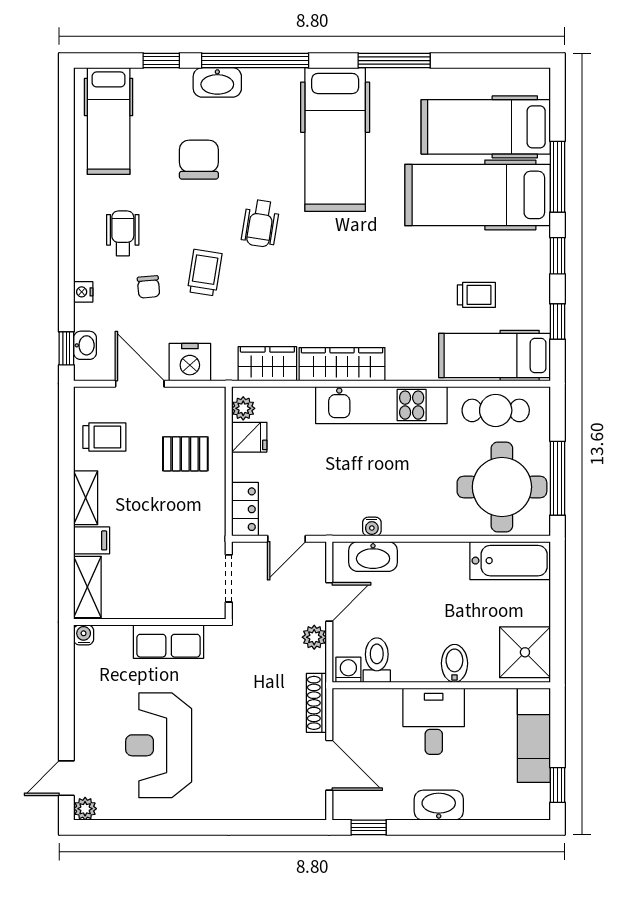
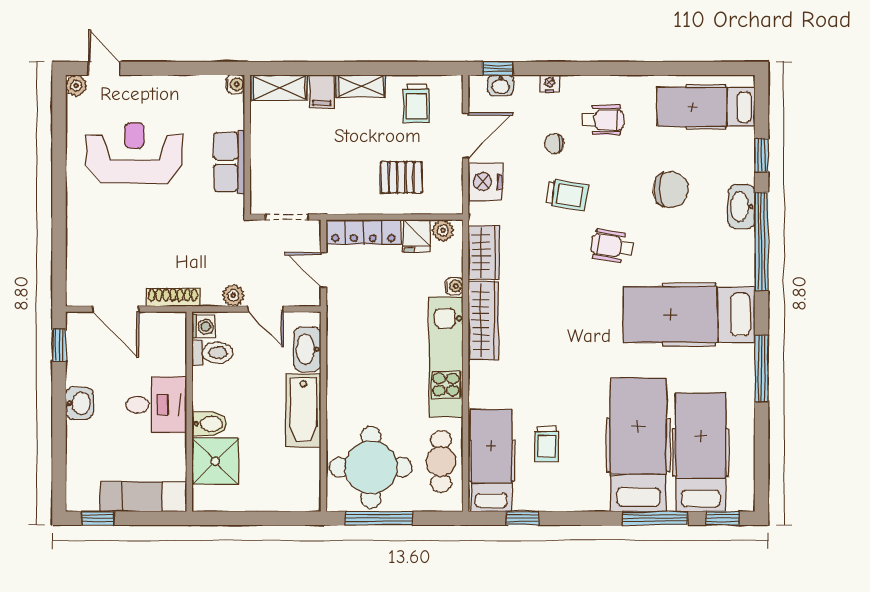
window: (558, 256) -> (723, 518), moved
pallet: (185, 454) -> (401, 177), turned 90
locker: (245, 509) -> (363, 232), width x1.53
water cooler: (372, 527) -> (454, 286), moved, turned 180
bathtub: (510, 561) -> (303, 411), moved
shower: (525, 652) -> (215, 461), moved
door: (329, 765) -> (116, 309), hinge flipped
washbasin: (439, 805) -> (79, 403), width x0.72

